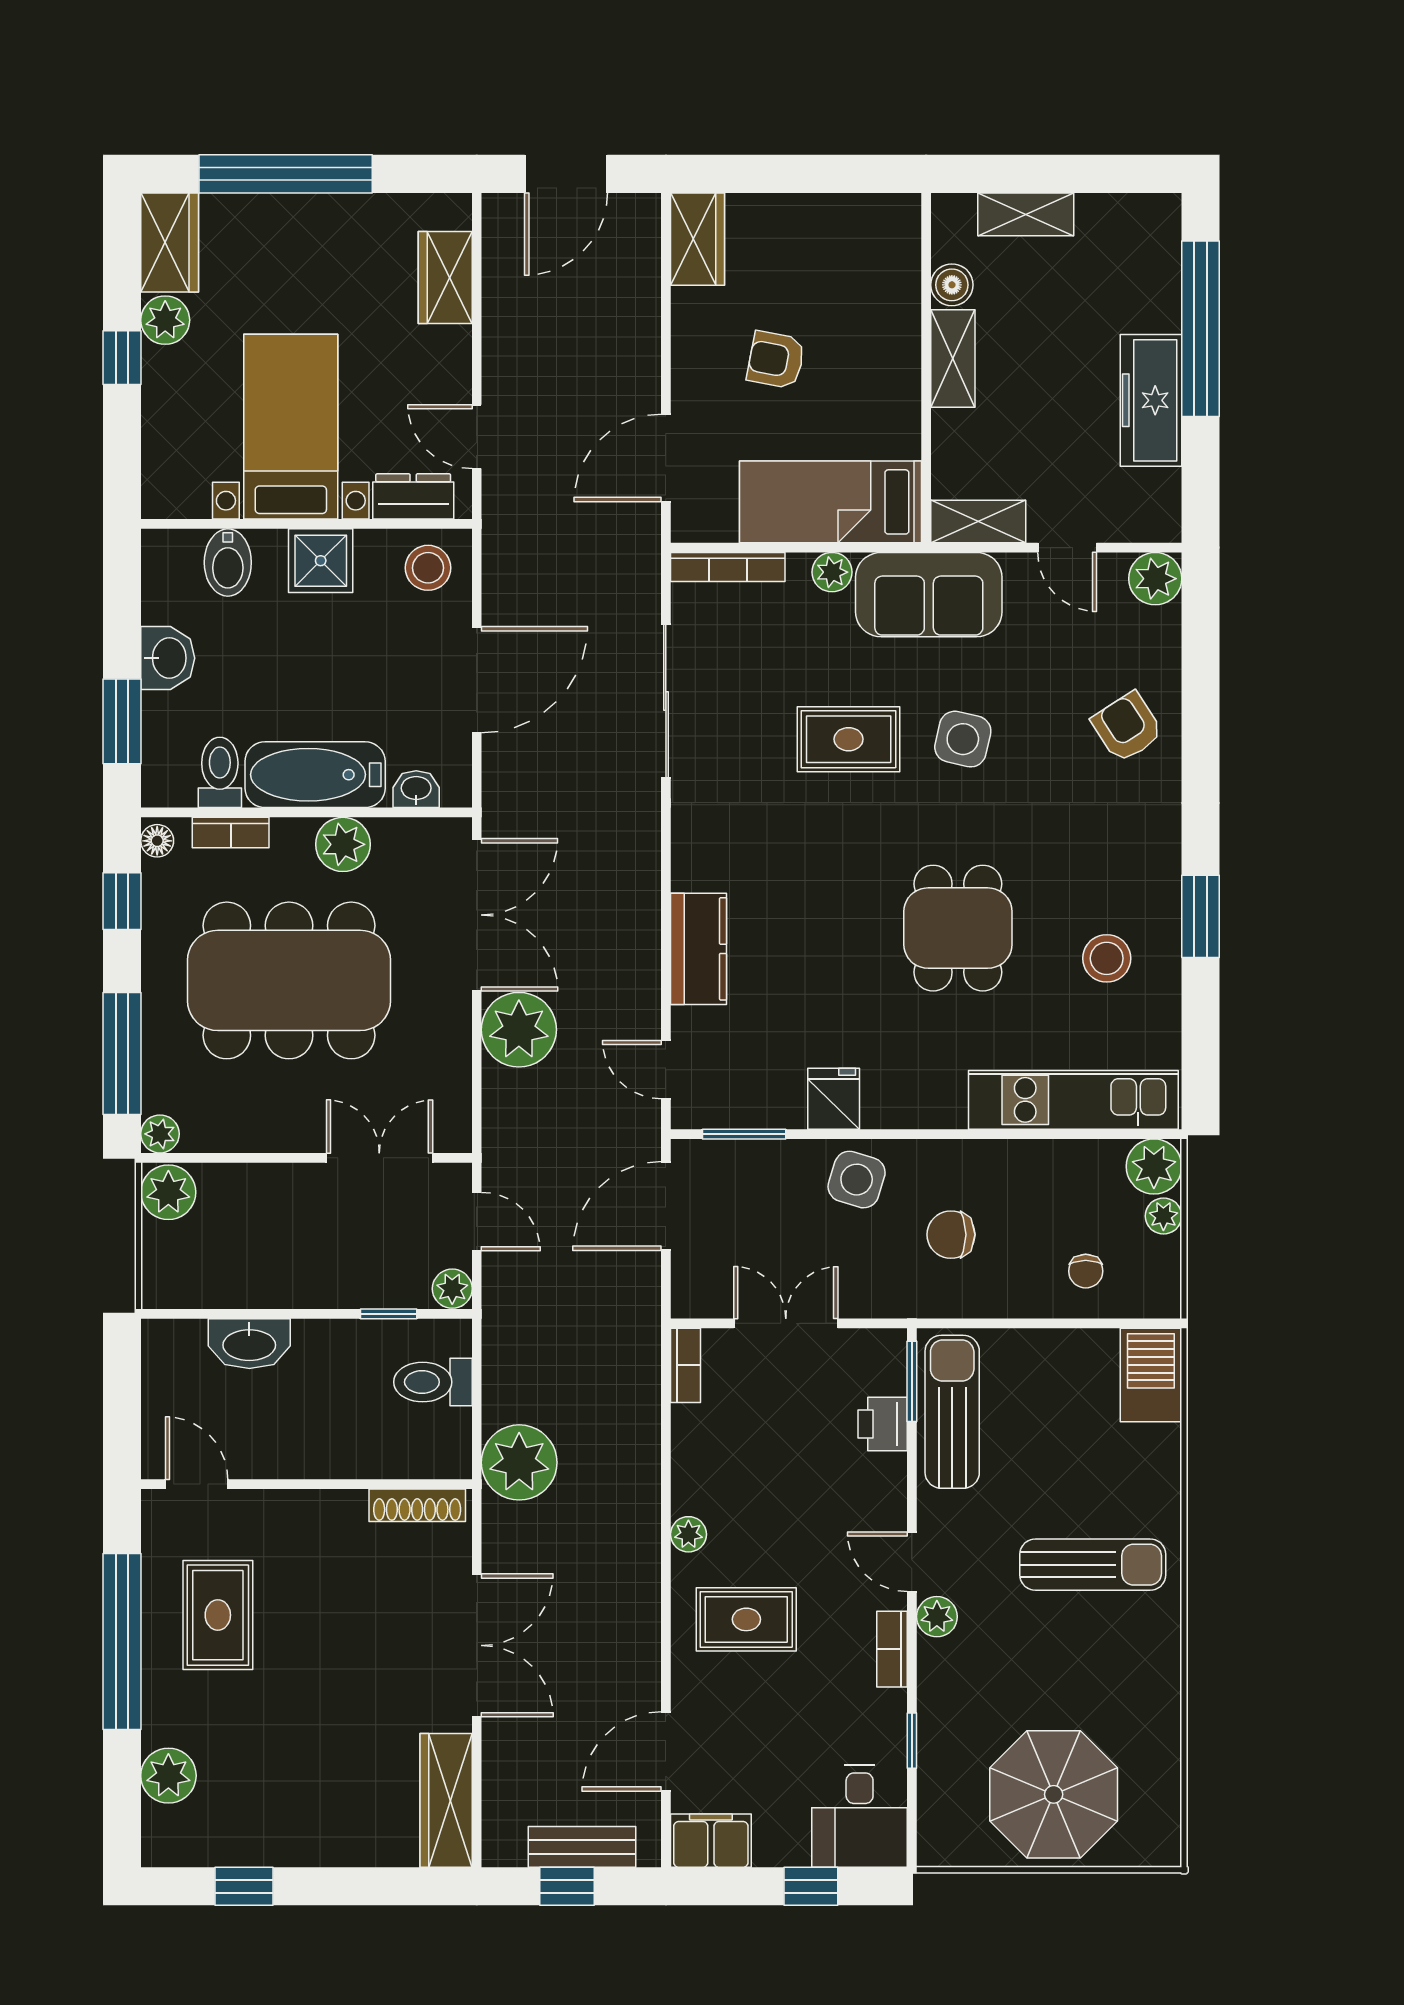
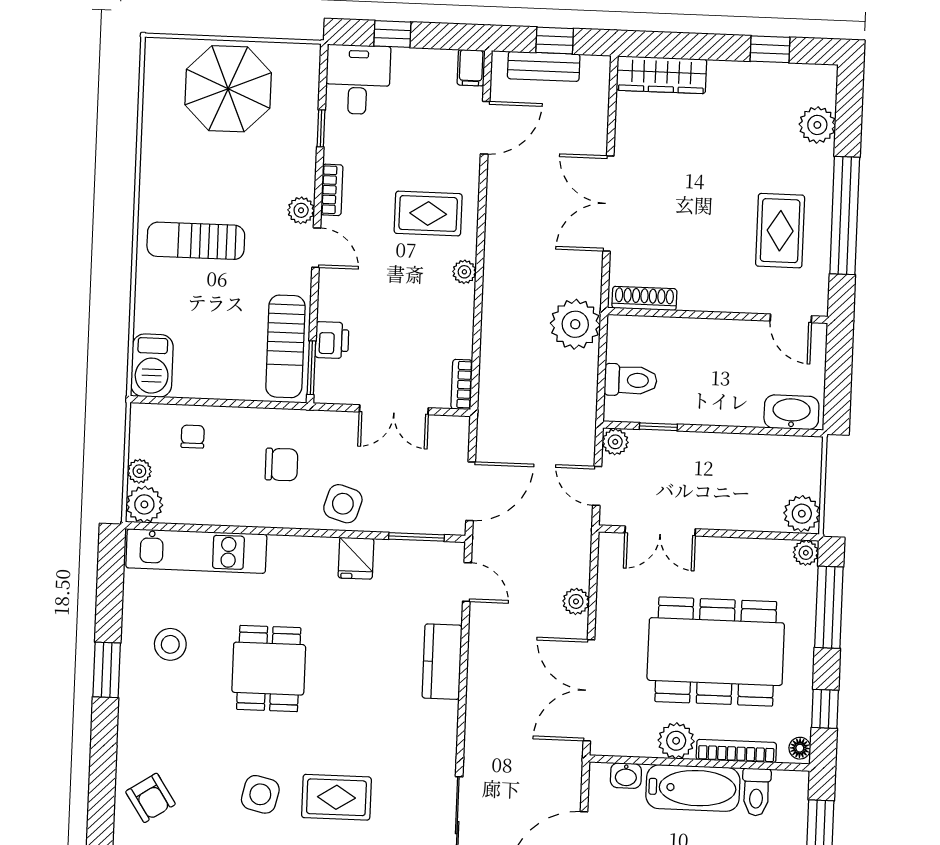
bookcase: (231, 832) -> (736, 751), width x1.56
plant: (519, 1030) -> (576, 601), width x0.53, depth x0.53
washbasin: (249, 1344) -> (791, 412), moved
wardrobe: (446, 1800) -> (661, 75), moved, turned 90
filing cabinet: (711, 1841) -> (471, 68), width x0.50

